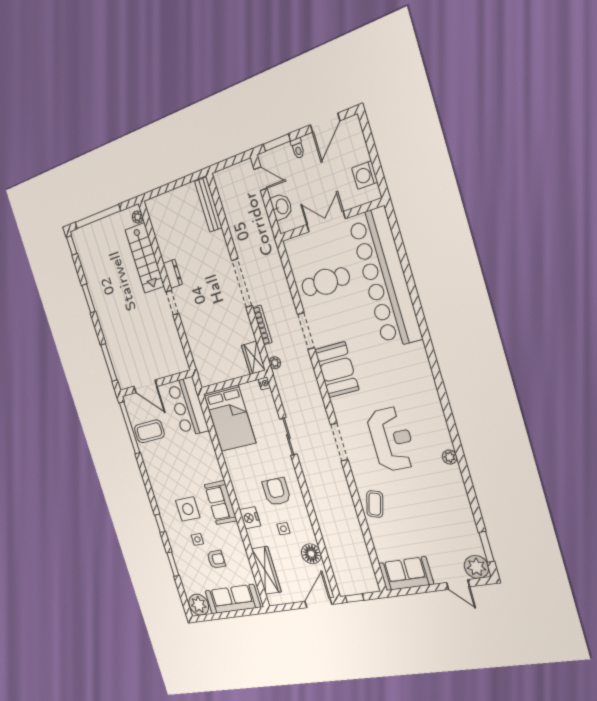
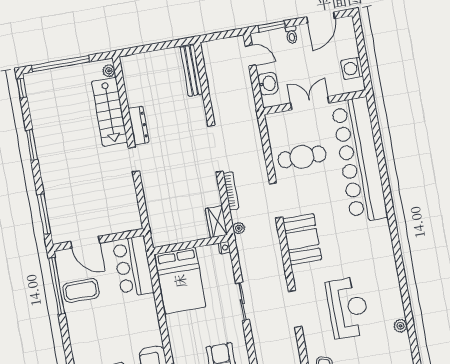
dresser: (173, 274) -> (139, 126), width x1.44

